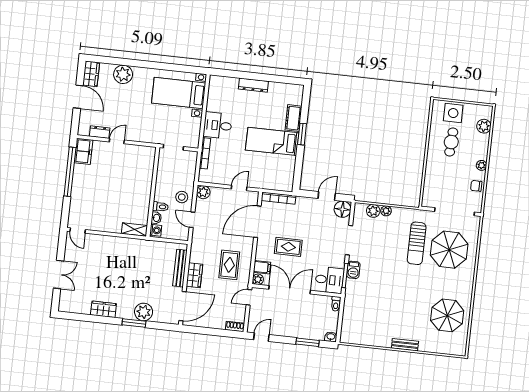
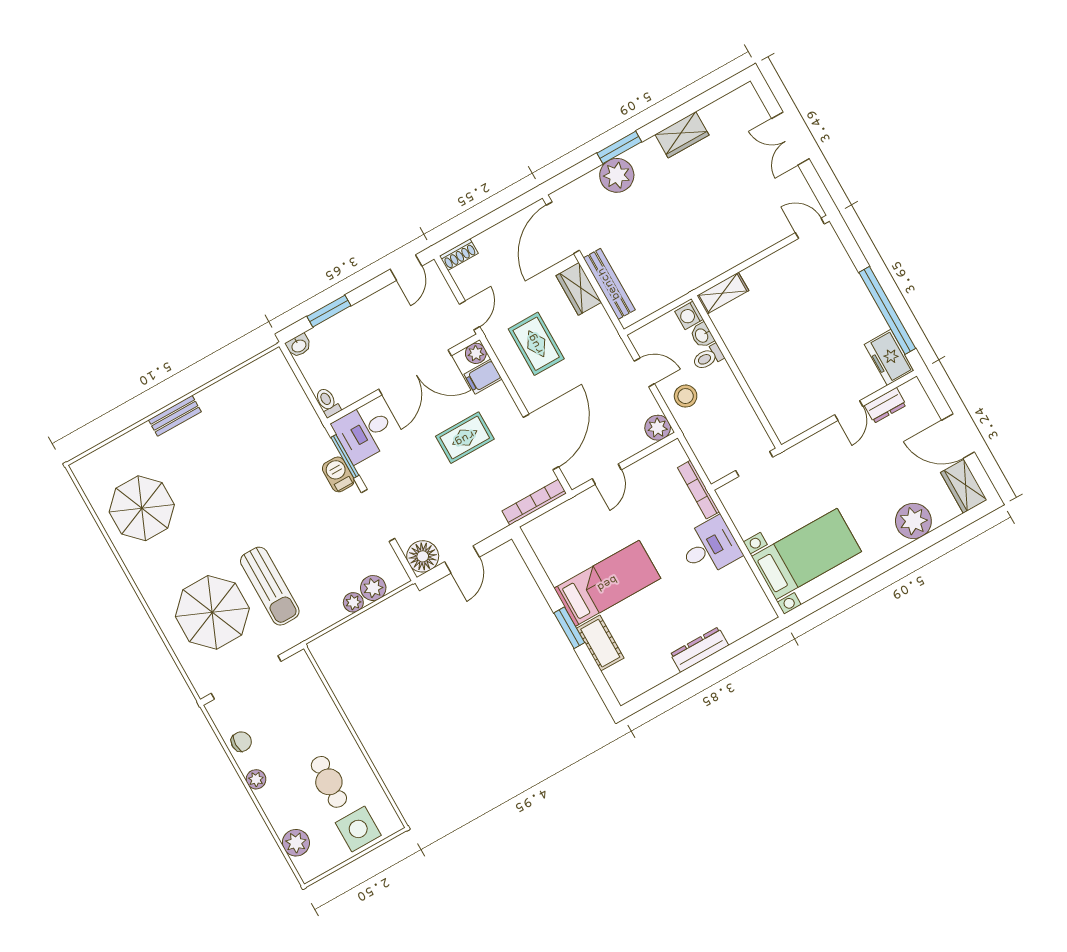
sun lounger: (417, 243) -> (270, 586), turned 180

